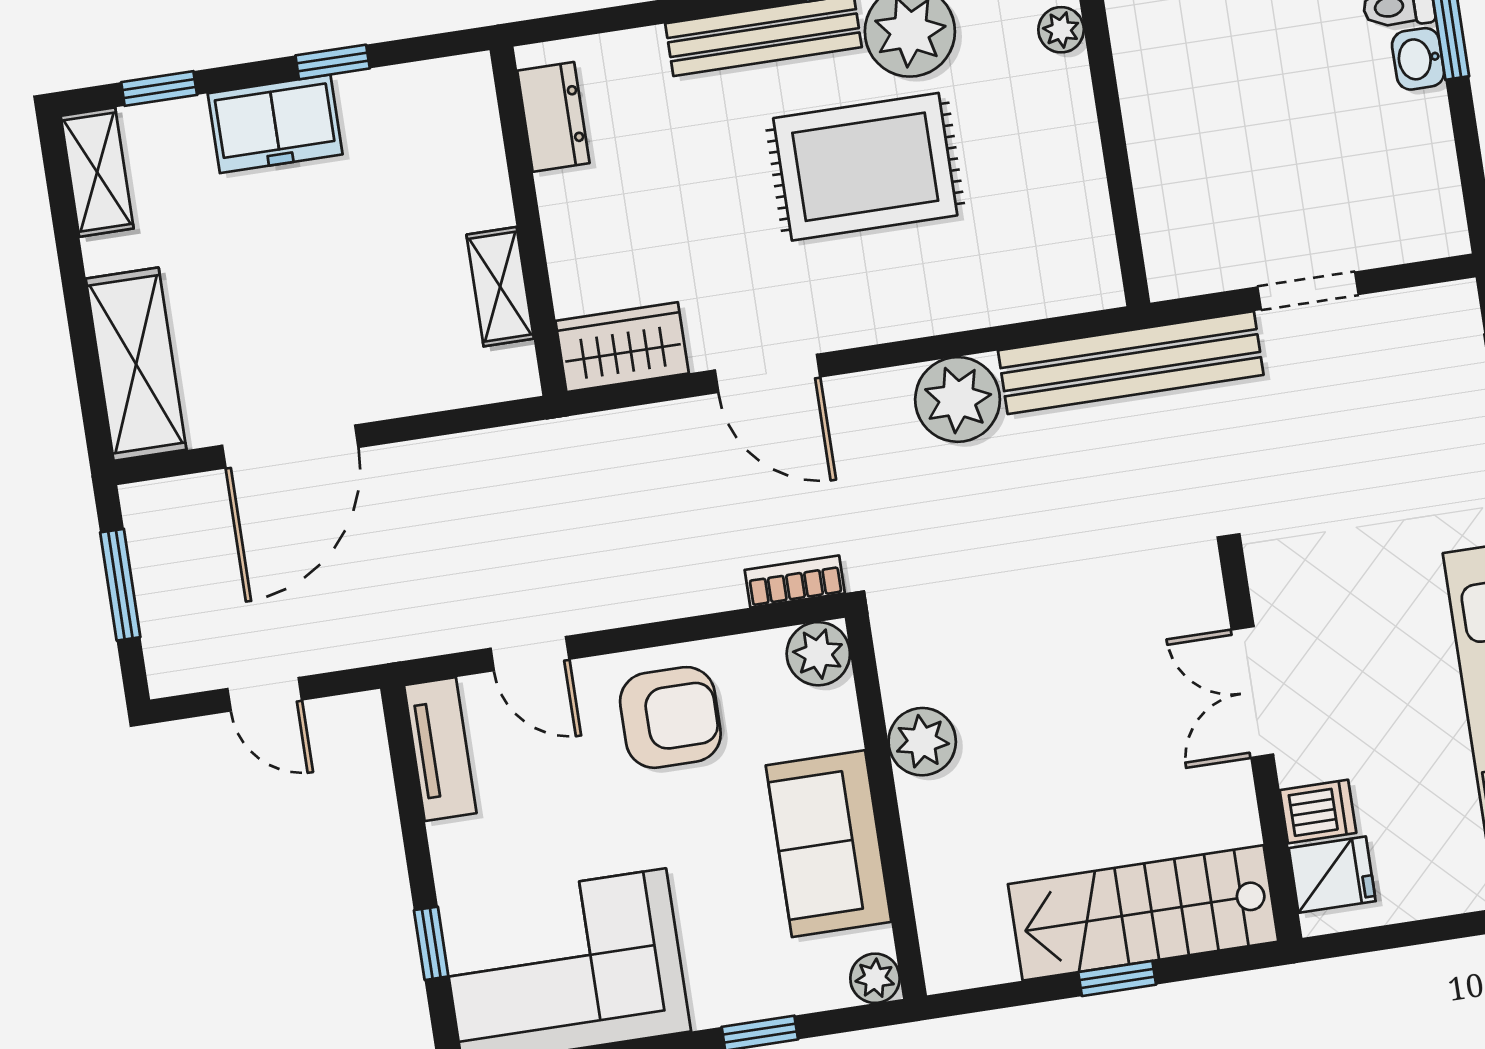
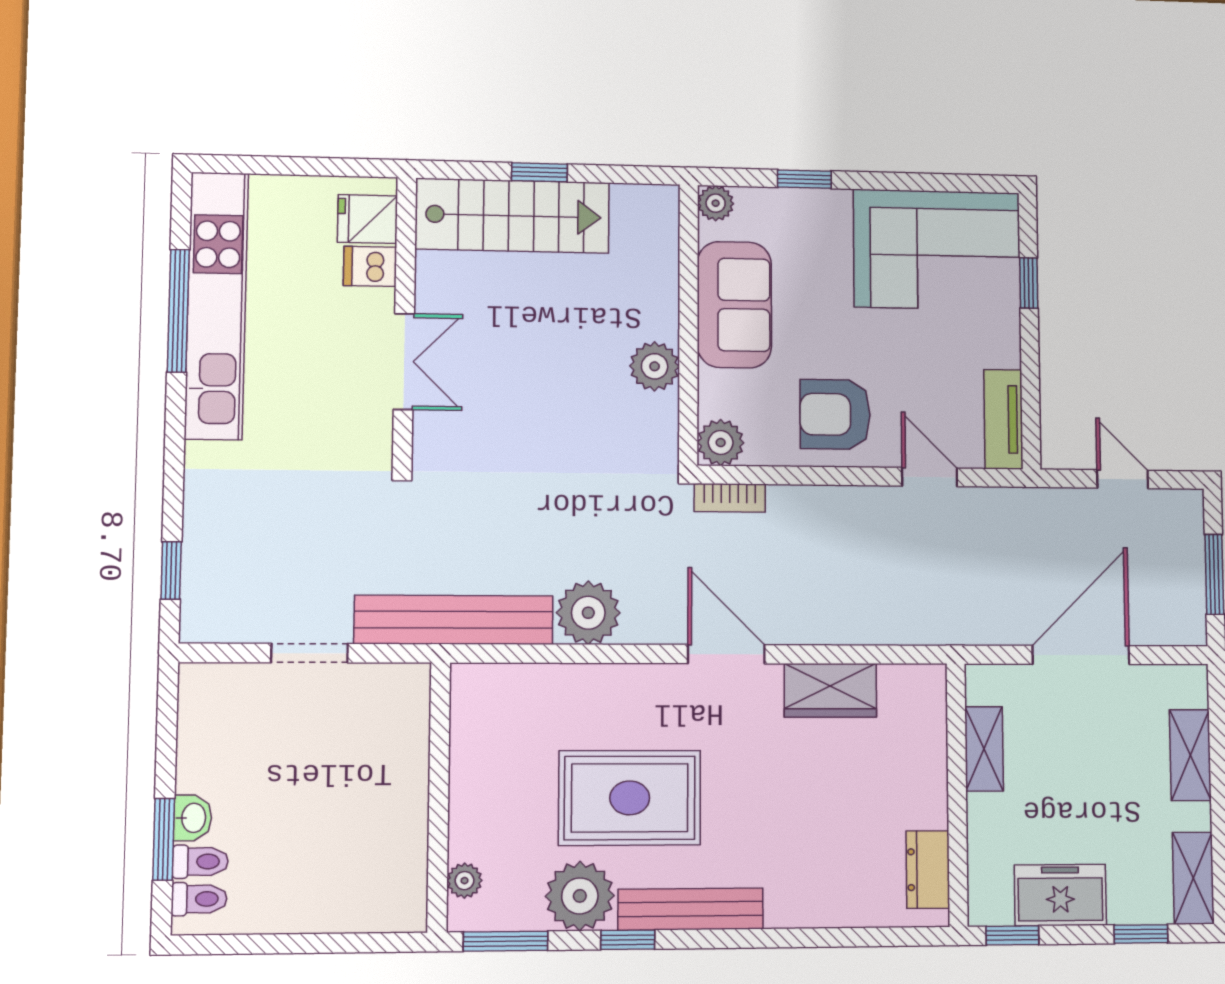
dresser: (553, 117) -> (928, 870), moved
wall: (528, 221) -> (957, 794), moved
shelving: (500, 287) -> (984, 749), moved
shelving: (136, 364) -> (1190, 755), width x0.67, depth x0.75

